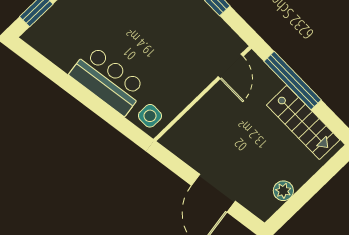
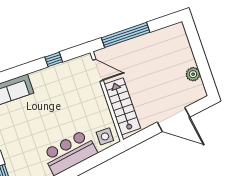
stairs: (303, 122) -> (122, 106), moved, turned -90

